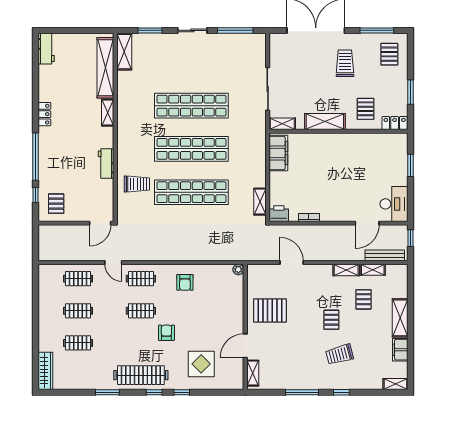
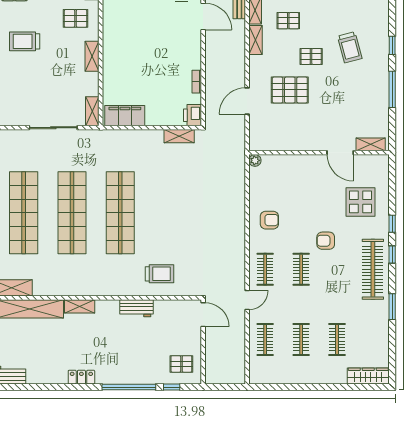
shelving: (325, 122) -> (92, 56), width x0.67, depth x0.75
trolley: (137, 184) -> (159, 274), turned 90
shop shelf: (191, 192) -> (24, 213), moved
pallet: (270, 310) -> (290, 90), moved, turned 90

